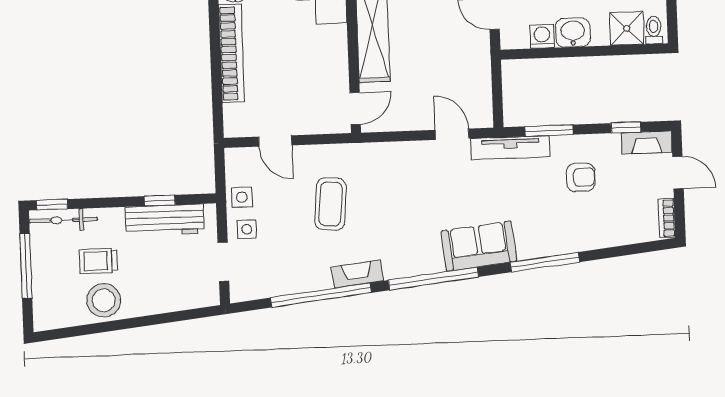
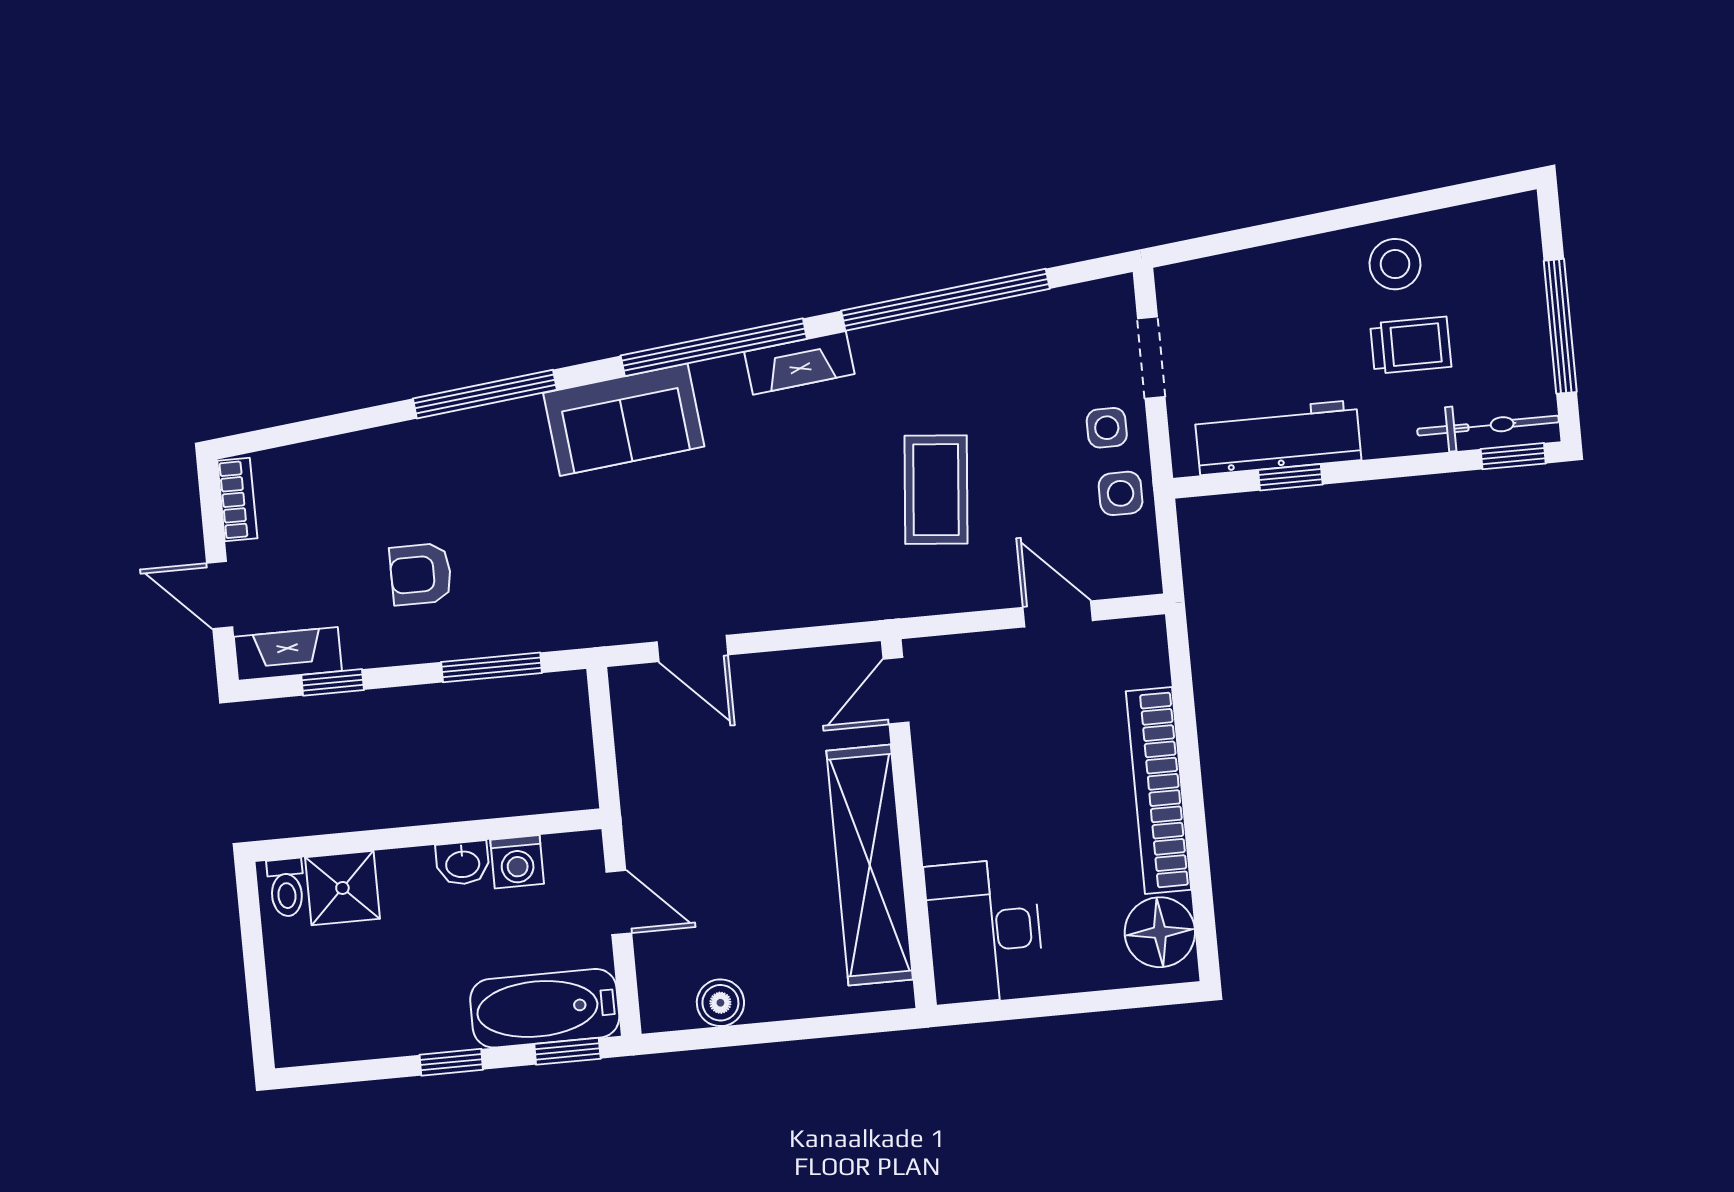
washbasin: (573, 33) -> (463, 863), width x0.72, depth x0.69
tv unit: (510, 148) -> (570, 627), removed
fireplace: (357, 274) -> (799, 363), moved
stool: (104, 300) -> (1395, 264), width x0.73, depth x0.73

